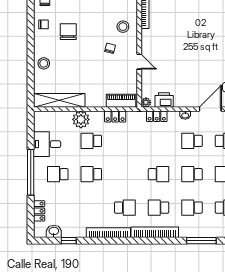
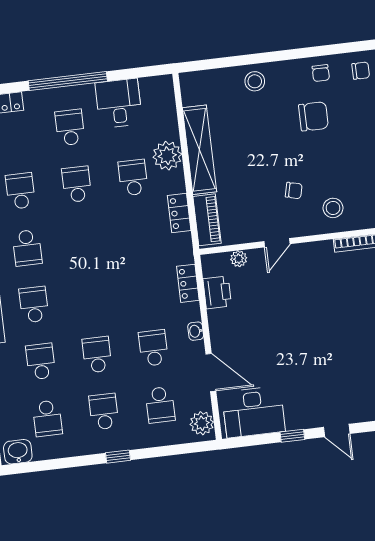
shelving: (59, 100) -> (199, 150), moved
plant: (146, 102) -> (239, 259), moved
school desk: (158, 174) -> (20, 191), moved, turned 180

